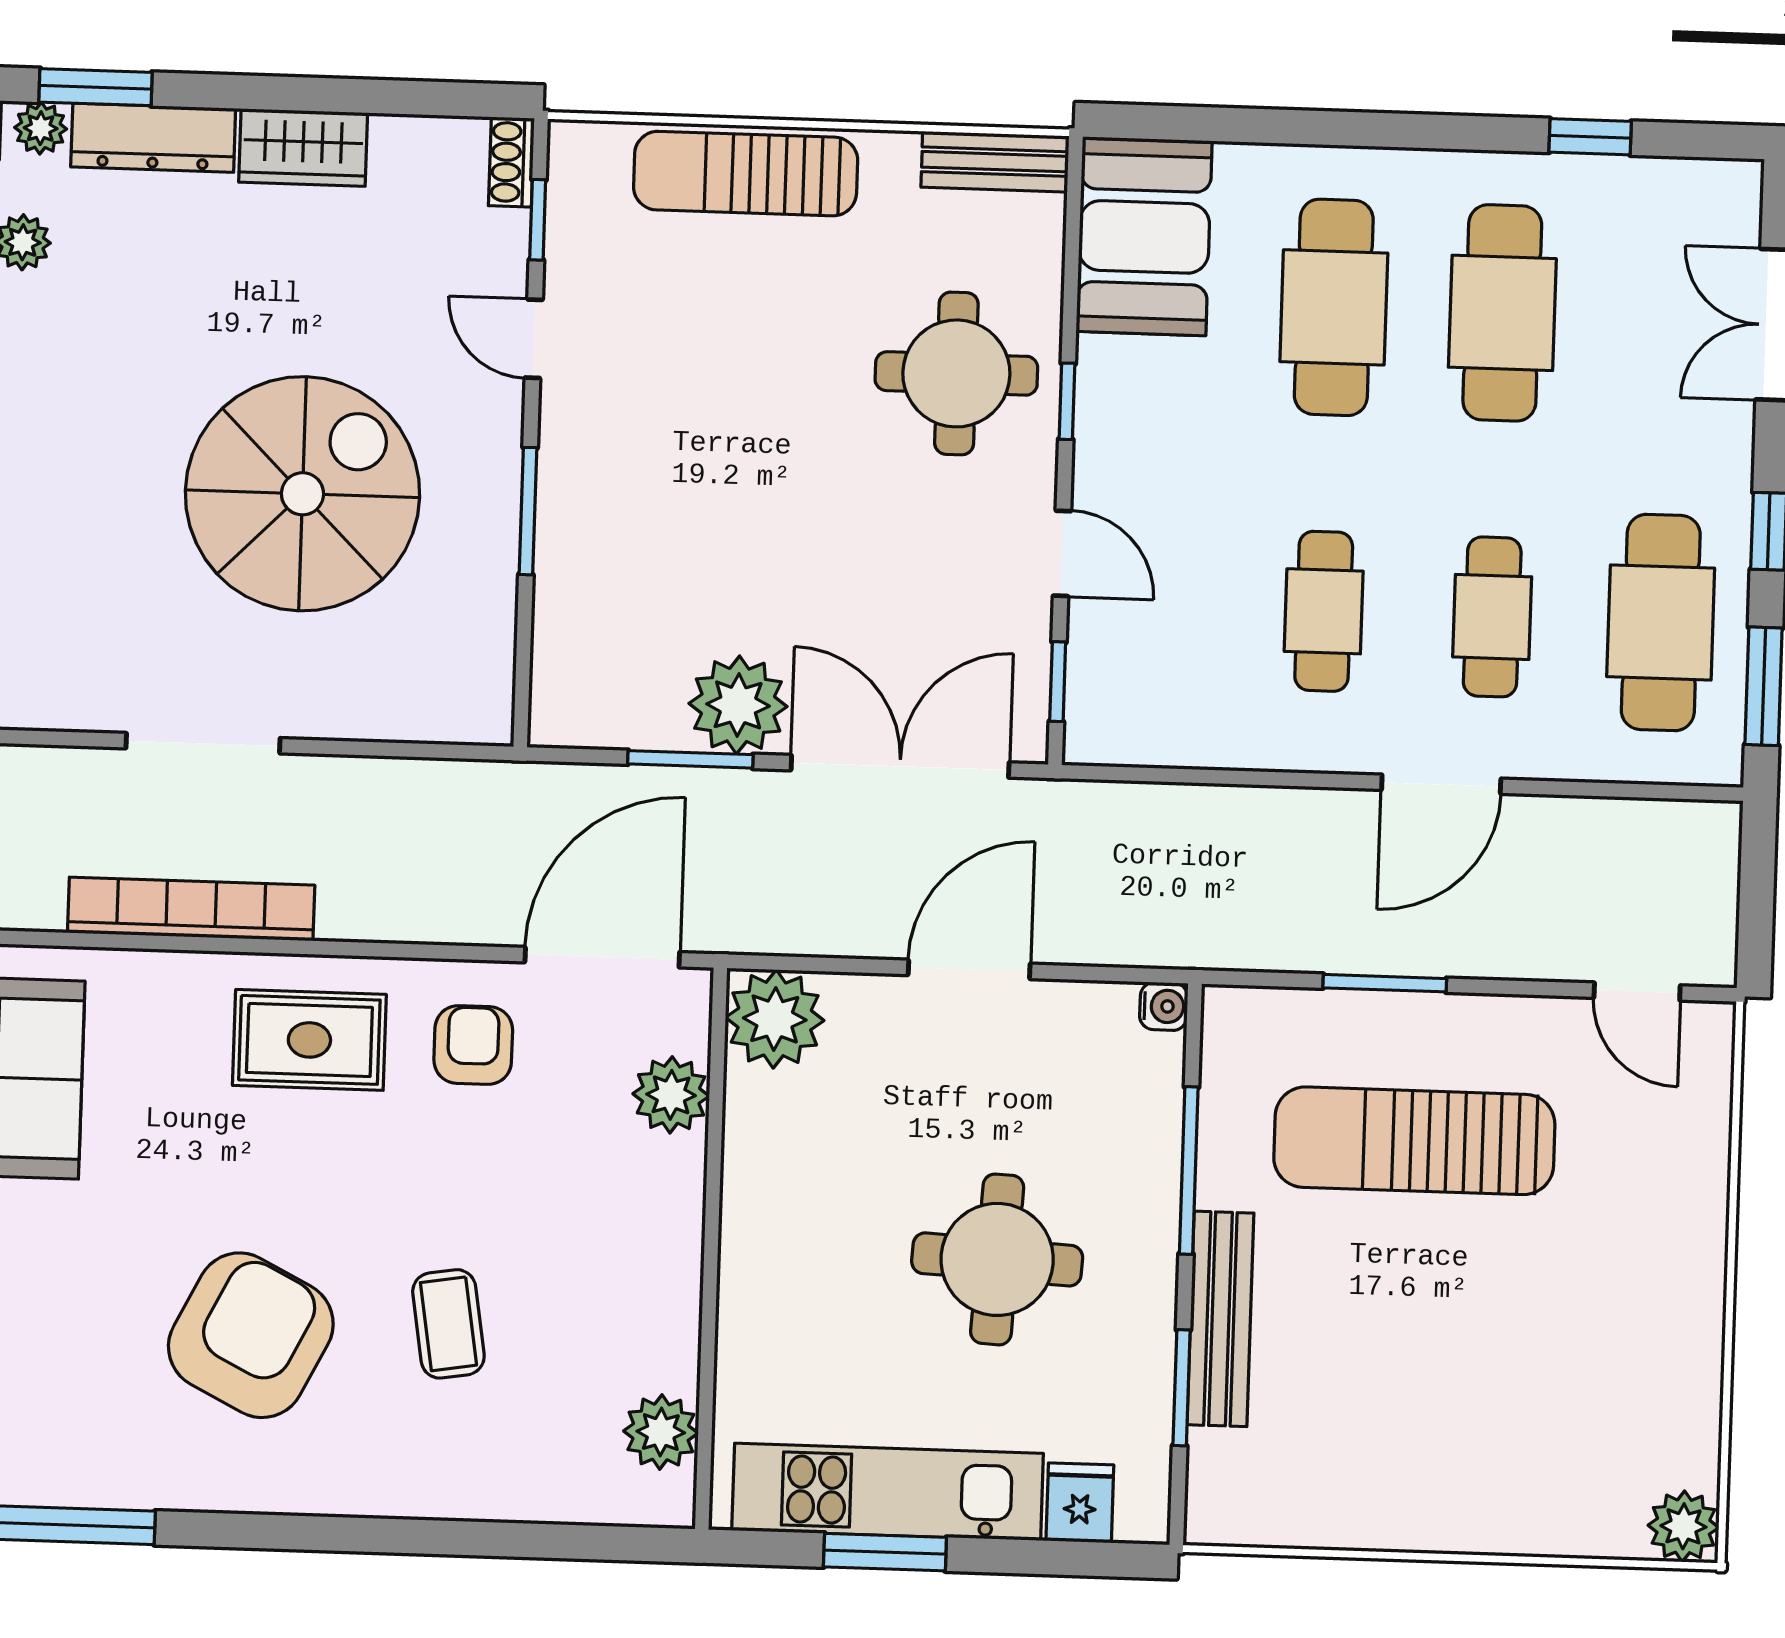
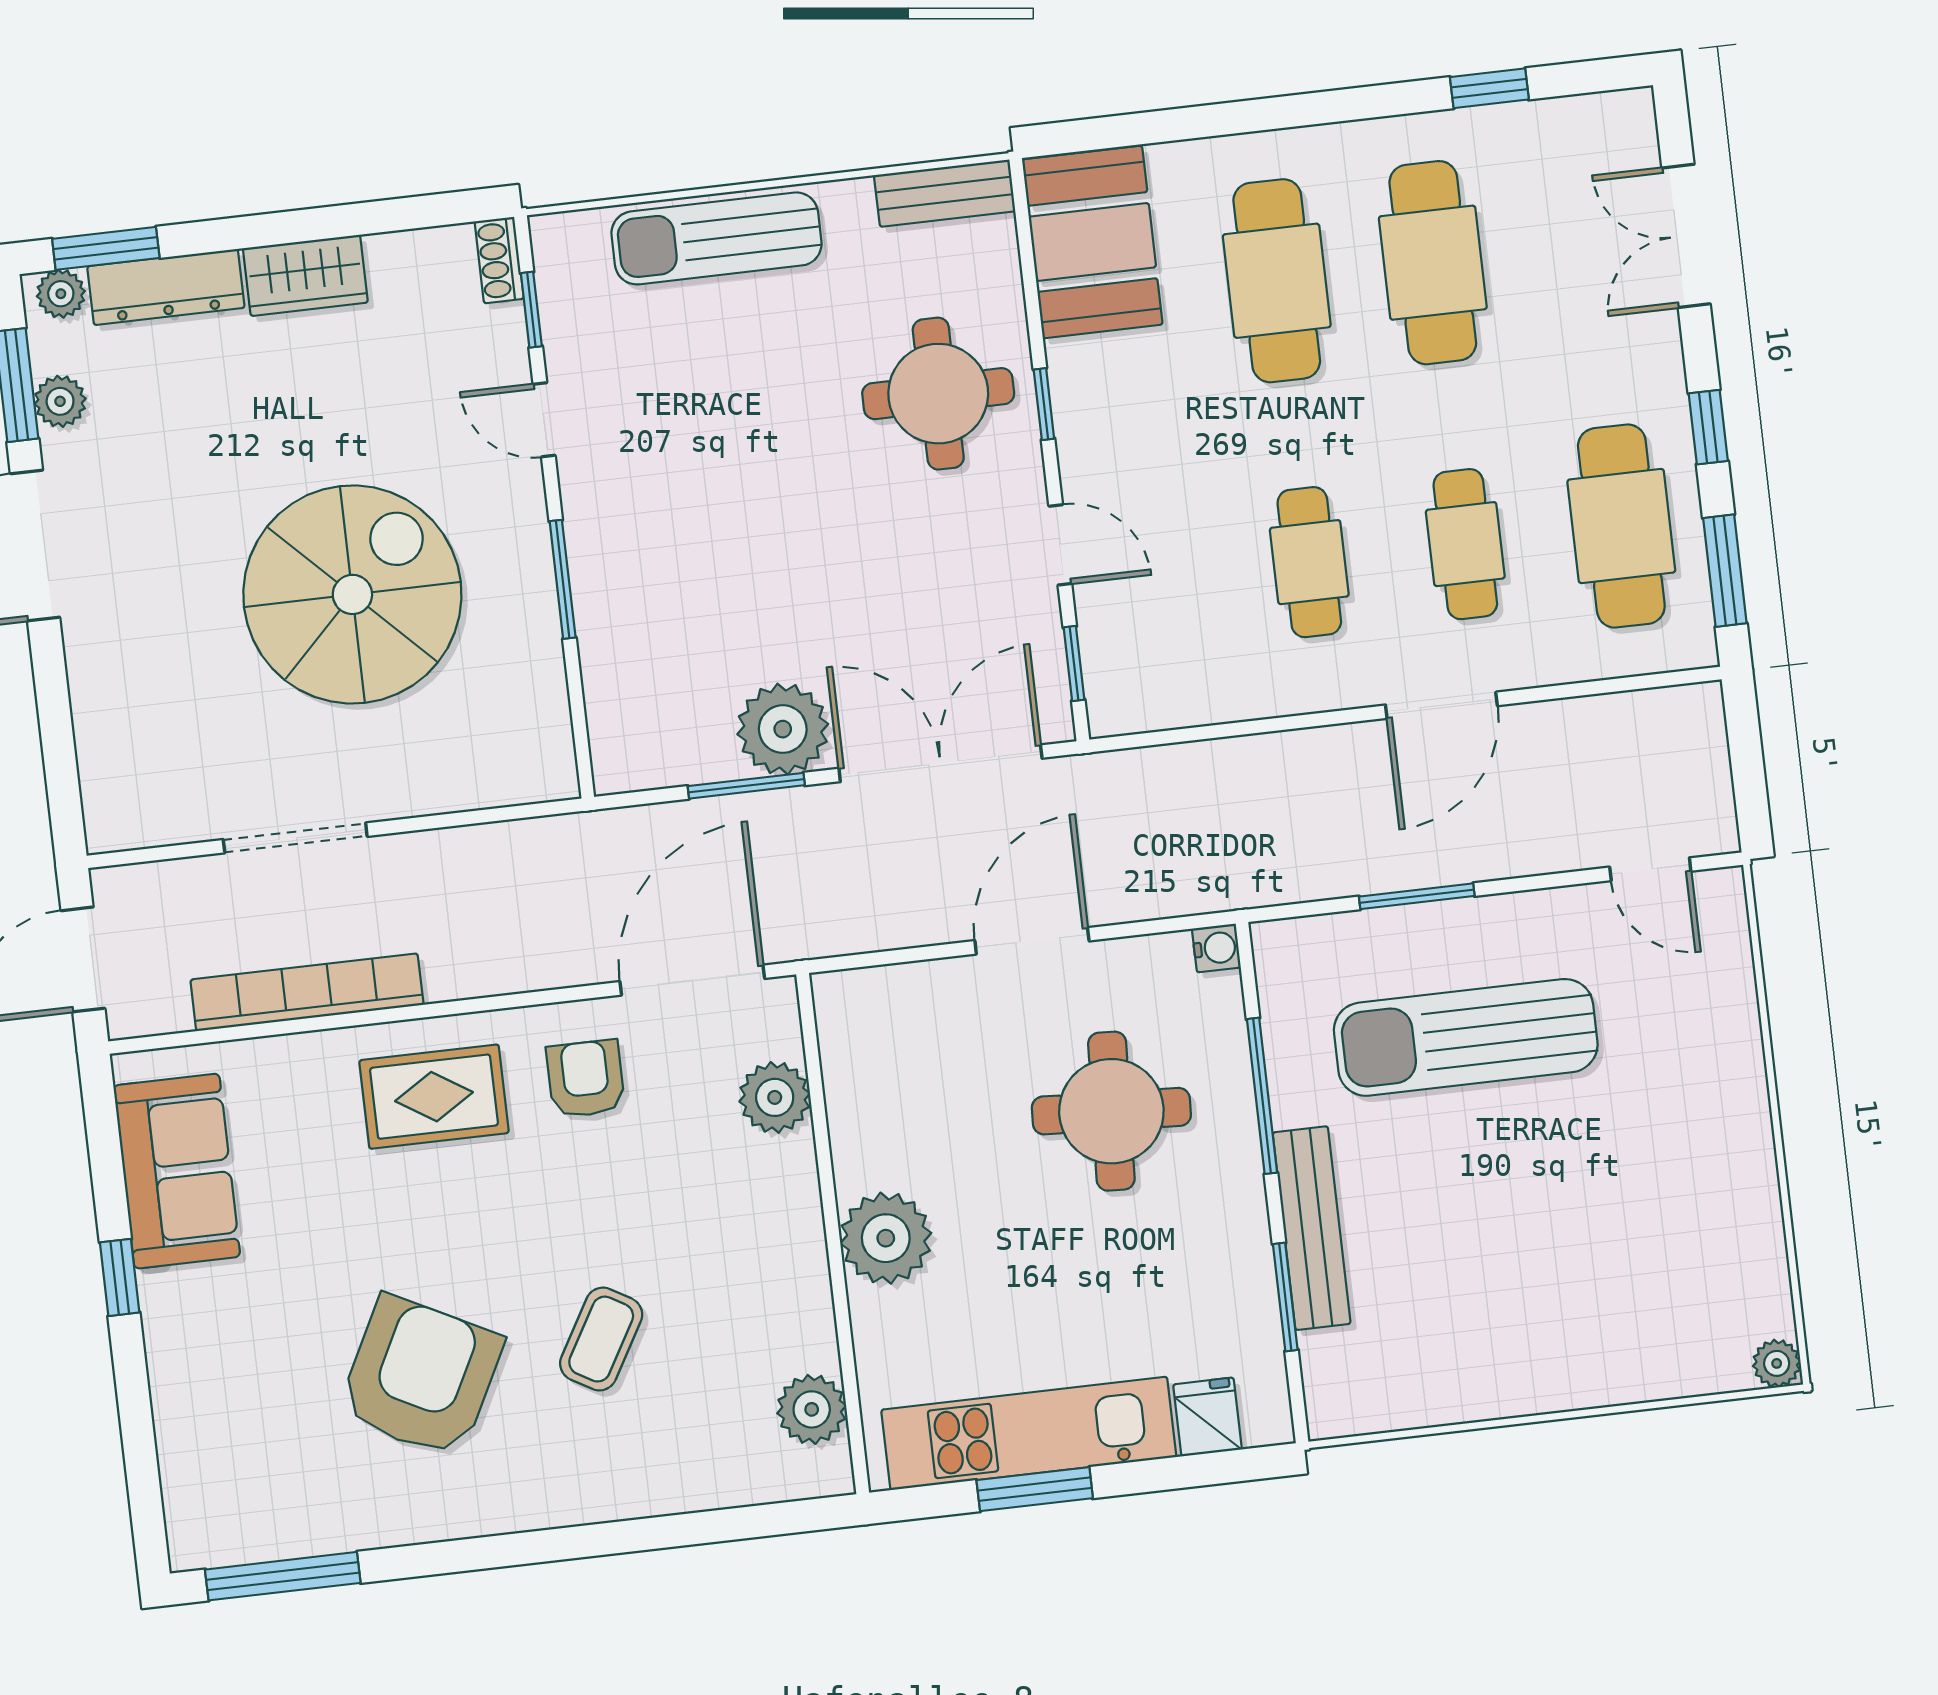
plant: (775, 1019) -> (886, 1238), moved
round table: (997, 1259) -> (1111, 1111), moved
coffee table: (448, 1324) -> (601, 1339), turned 39
plant: (1683, 1526) -> (1777, 1363), width x0.73, depth x0.73

